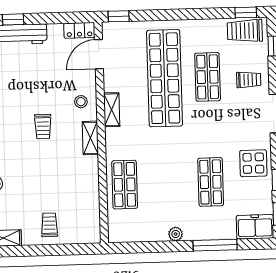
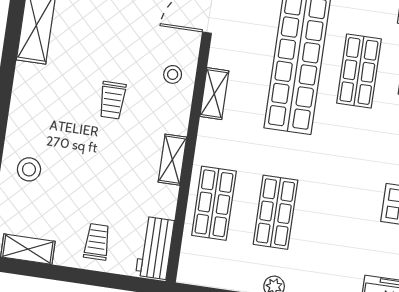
shelving: (90, 138) -> (172, 160), moved
shop shelf: (211, 182) -> (275, 212), moved
workbench: (90, 222) -> (155, 248), added

